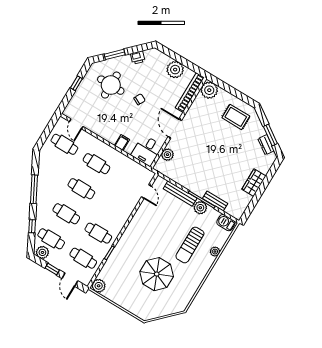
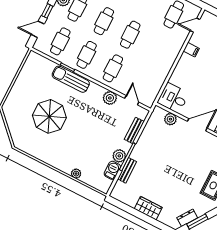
filing cabinet: (122, 143) -> (191, 50), moved
cafe table: (96, 164) -> (113, 68), moved
door: (146, 192) -> (132, 100), swing flipped
bench: (180, 194) -> (134, 130), width x0.73
barbecue: (226, 223) -> (112, 170), moved
sun lounger: (190, 245) -> (71, 79), moved
plant: (99, 286) -> (110, 98), moved

